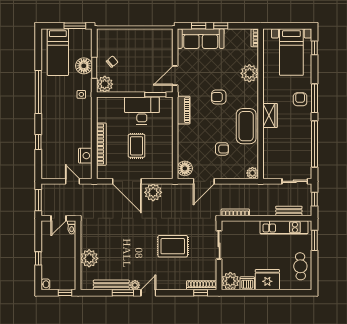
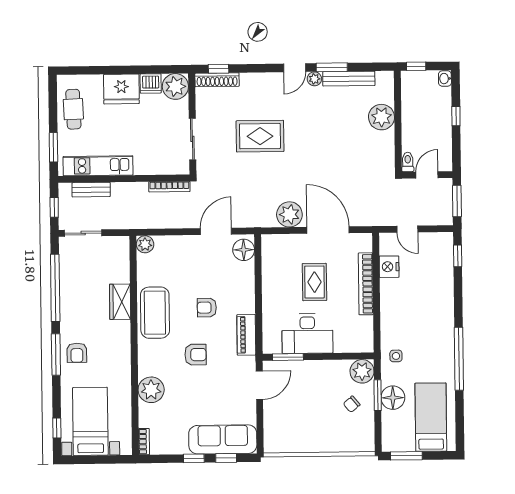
wardrobe: (270, 115) -> (120, 302), moved
window: (38, 142) -> (458, 256), moved
armchair: (222, 149) -> (207, 308), moved

